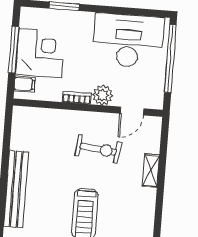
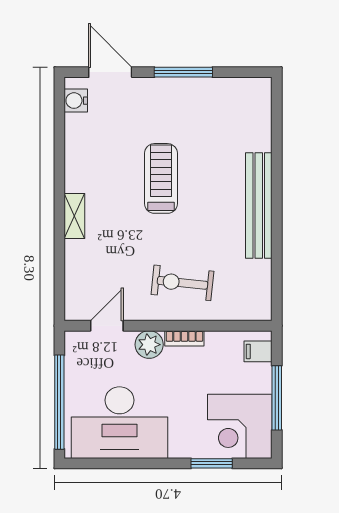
corner desk: (40, 53) -> (240, 426), moved
exercise bike: (98, 149) -> (182, 283), moved
shelving: (151, 171) -> (74, 216), moved

